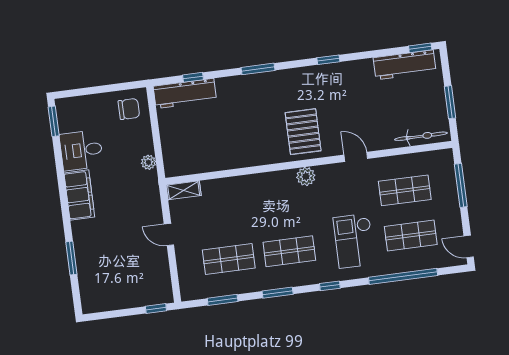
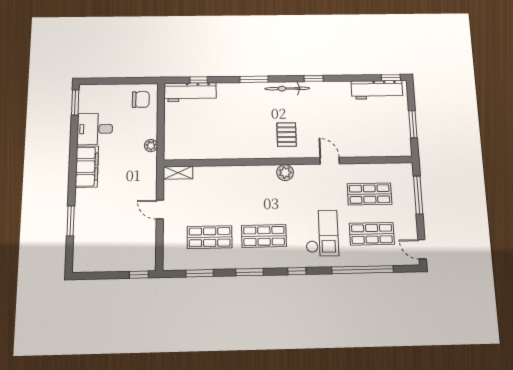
pallet: (303, 132) -> (287, 135), width x0.67, depth x0.71
bicycle: (421, 136) -> (287, 89), moved, turned 180
checkout: (354, 241) -> (322, 233), turned 180

